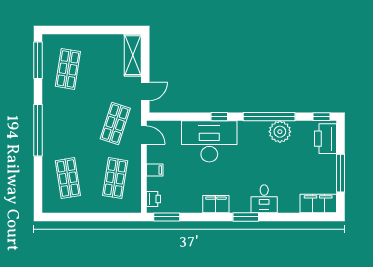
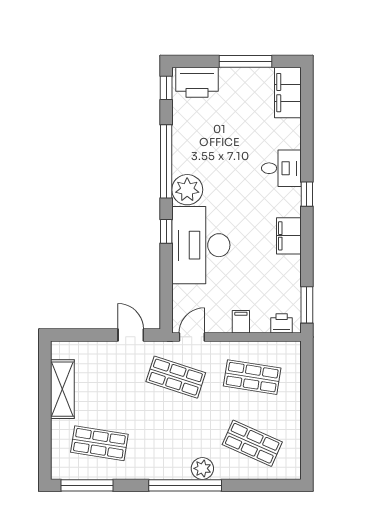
shelving: (133, 55) -> (62, 389), moved, turned 90
plant: (280, 132) -> (187, 190), moved
plant: (50, 142) -> (202, 468), added
shop shelf: (68, 178) -> (252, 443), turned 33
window: (246, 217) -> (307, 194), width x0.67

